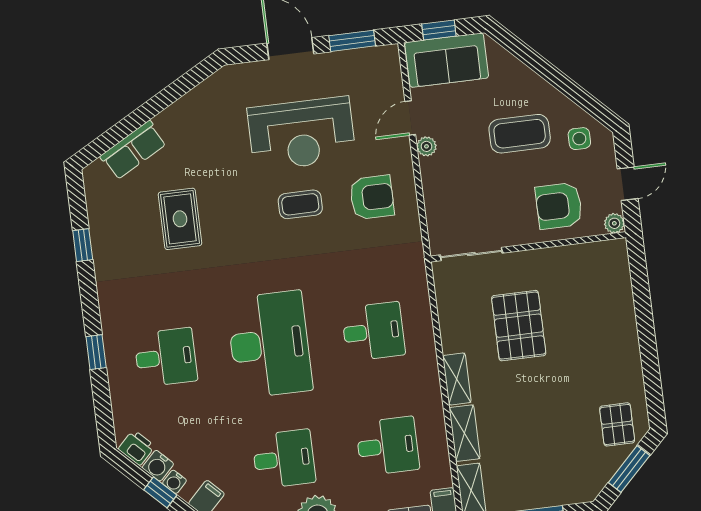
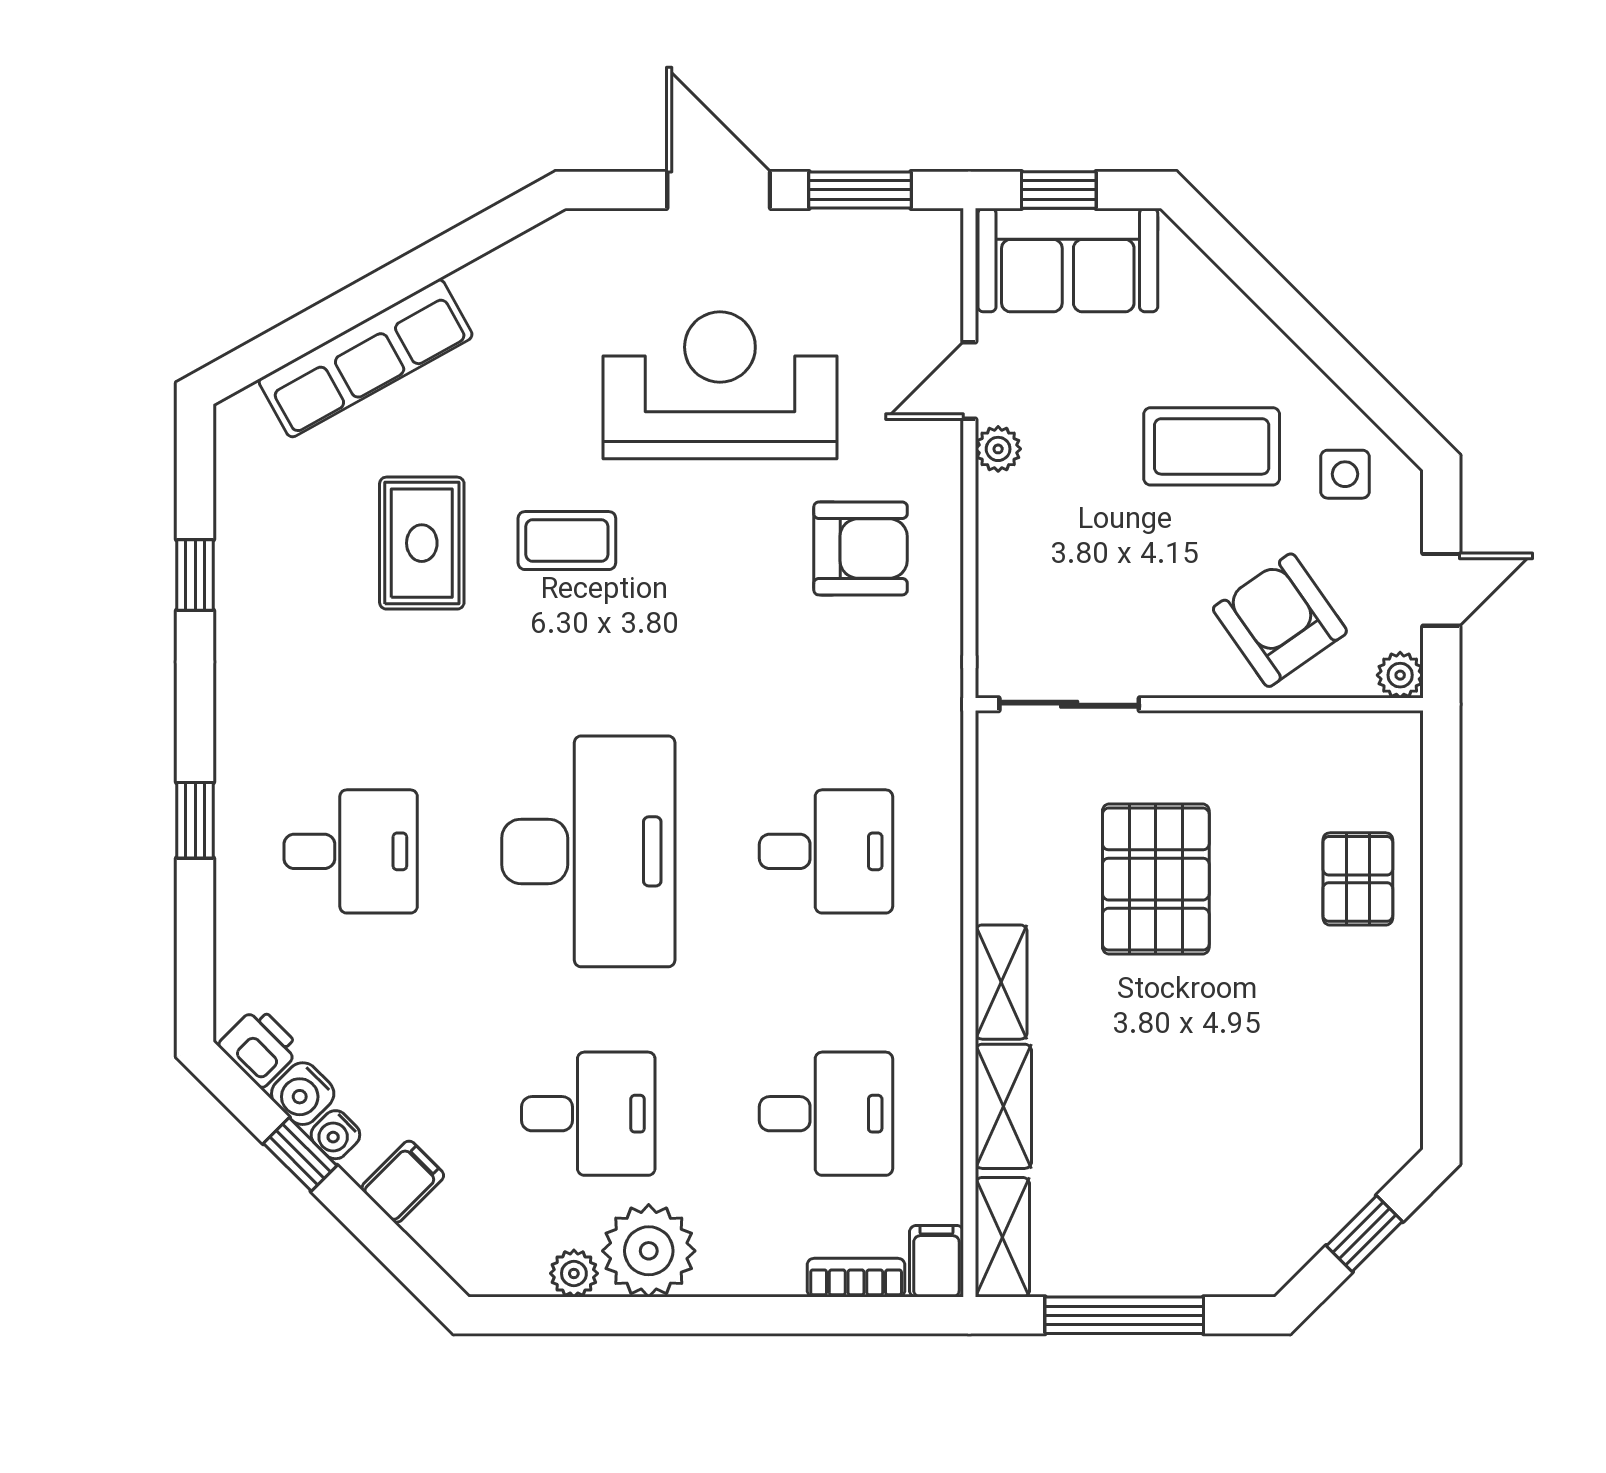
reception desk: (302, 134) -> (720, 385), turned 180
row of seats: (133, 150) -> (366, 358), width x1.48
coffee table: (300, 204) -> (567, 541), moved
armchair: (559, 206) -> (1280, 620), turned 55
pallet: (617, 424) -> (1358, 879), moved
window: (629, 469) -> (1364, 1234), width x0.67

